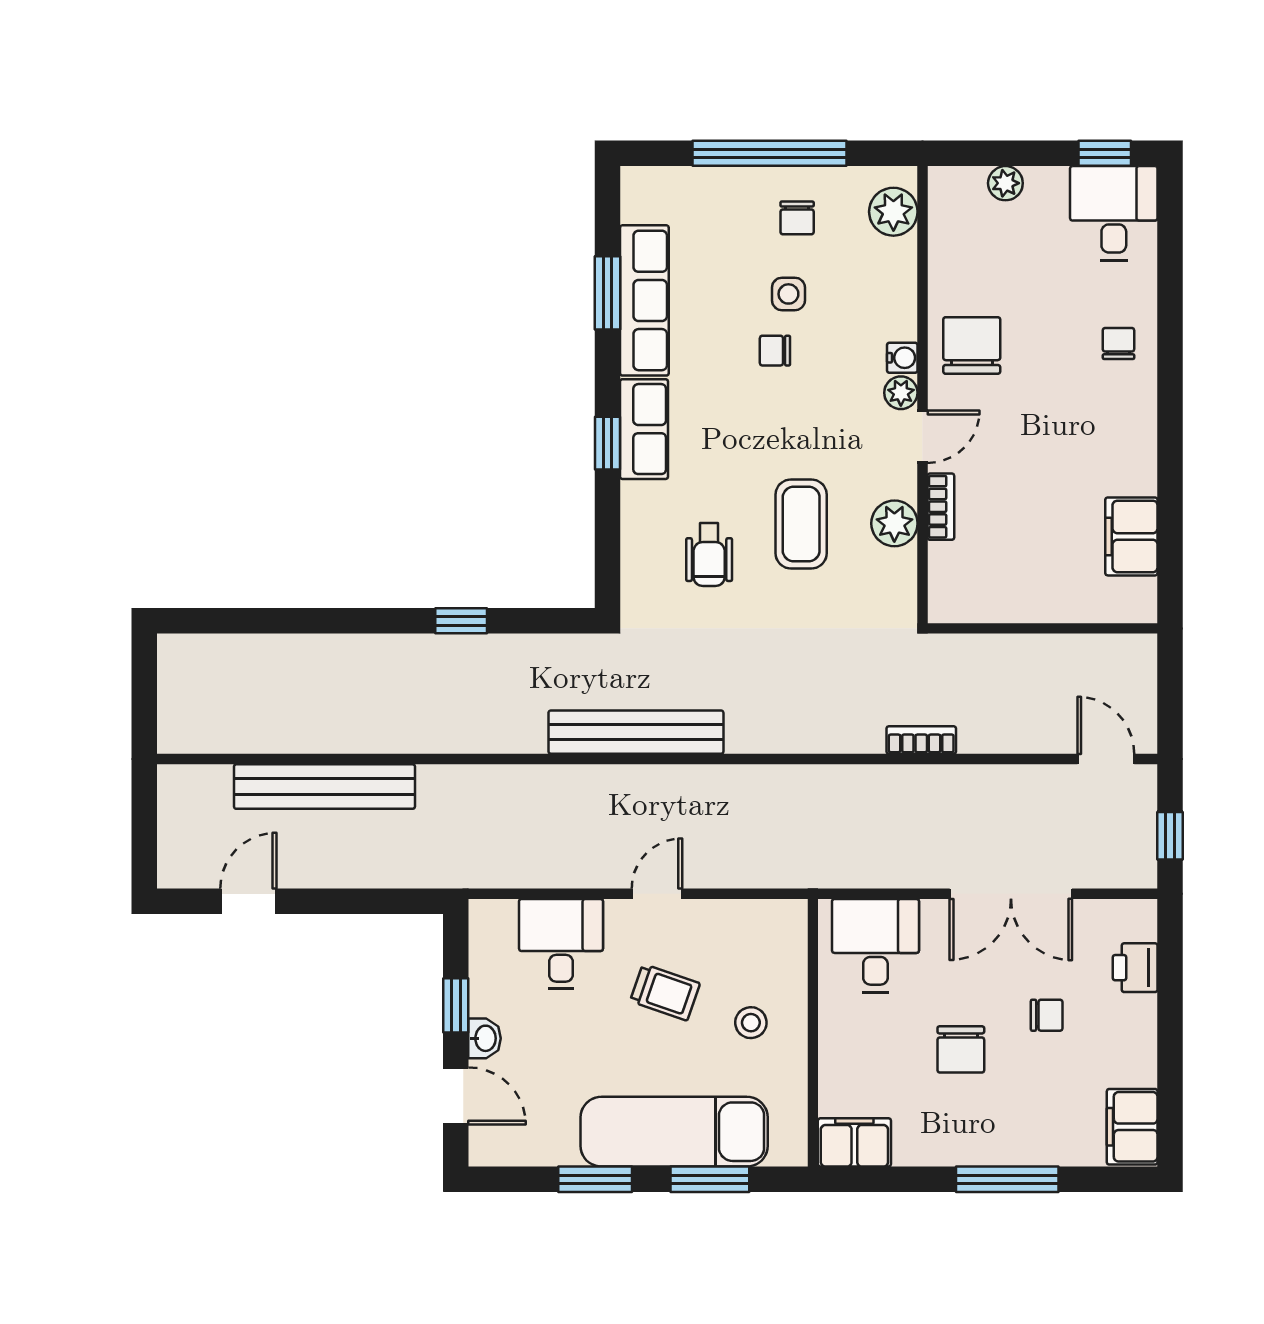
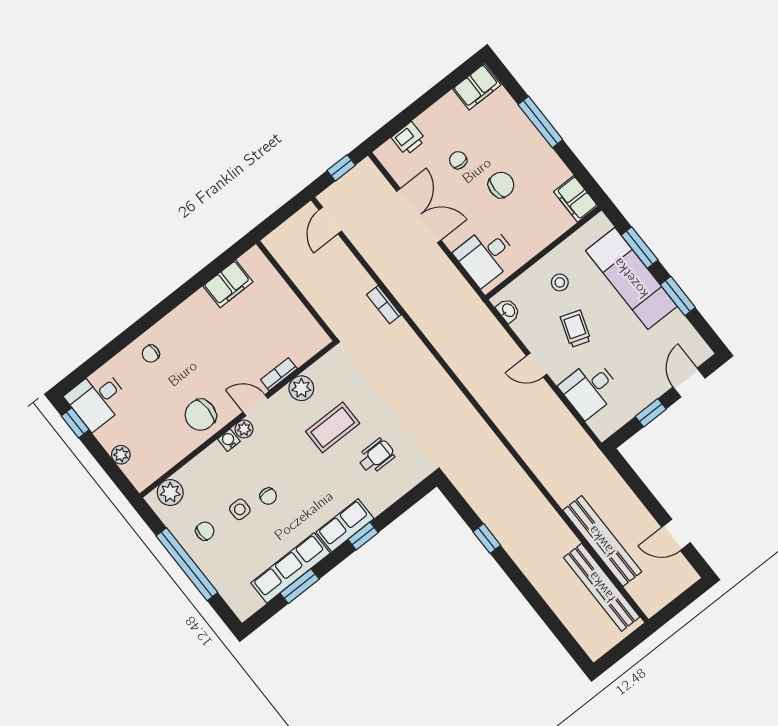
bench: (636, 732) -> (602, 587), moved
washbasin: (485, 1038) -> (508, 310), moved, turned 90

